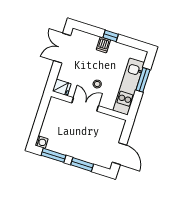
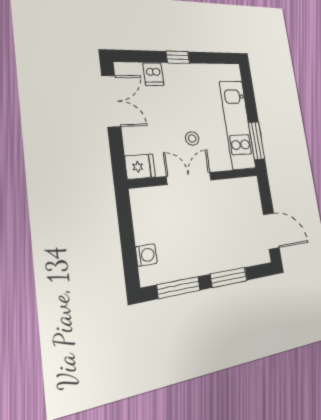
dishwasher: (103, 45) -> (153, 74), moved
double door: (62, 48) -> (111, 101), swing flipped
window: (143, 80) -> (257, 141), moved
washing machine: (42, 142) -> (146, 255), moved

